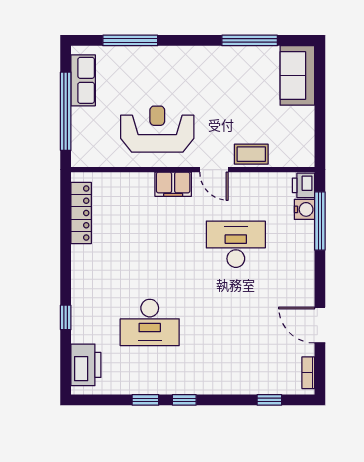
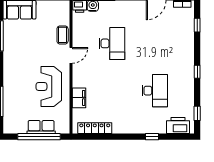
row of seats: (83, 80) -> (41, 127), moved
filing cabinet: (173, 184) -> (79, 98), moved
desk: (236, 244) -> (112, 43), turned 180
window: (145, 400) -> (197, 113), moved

